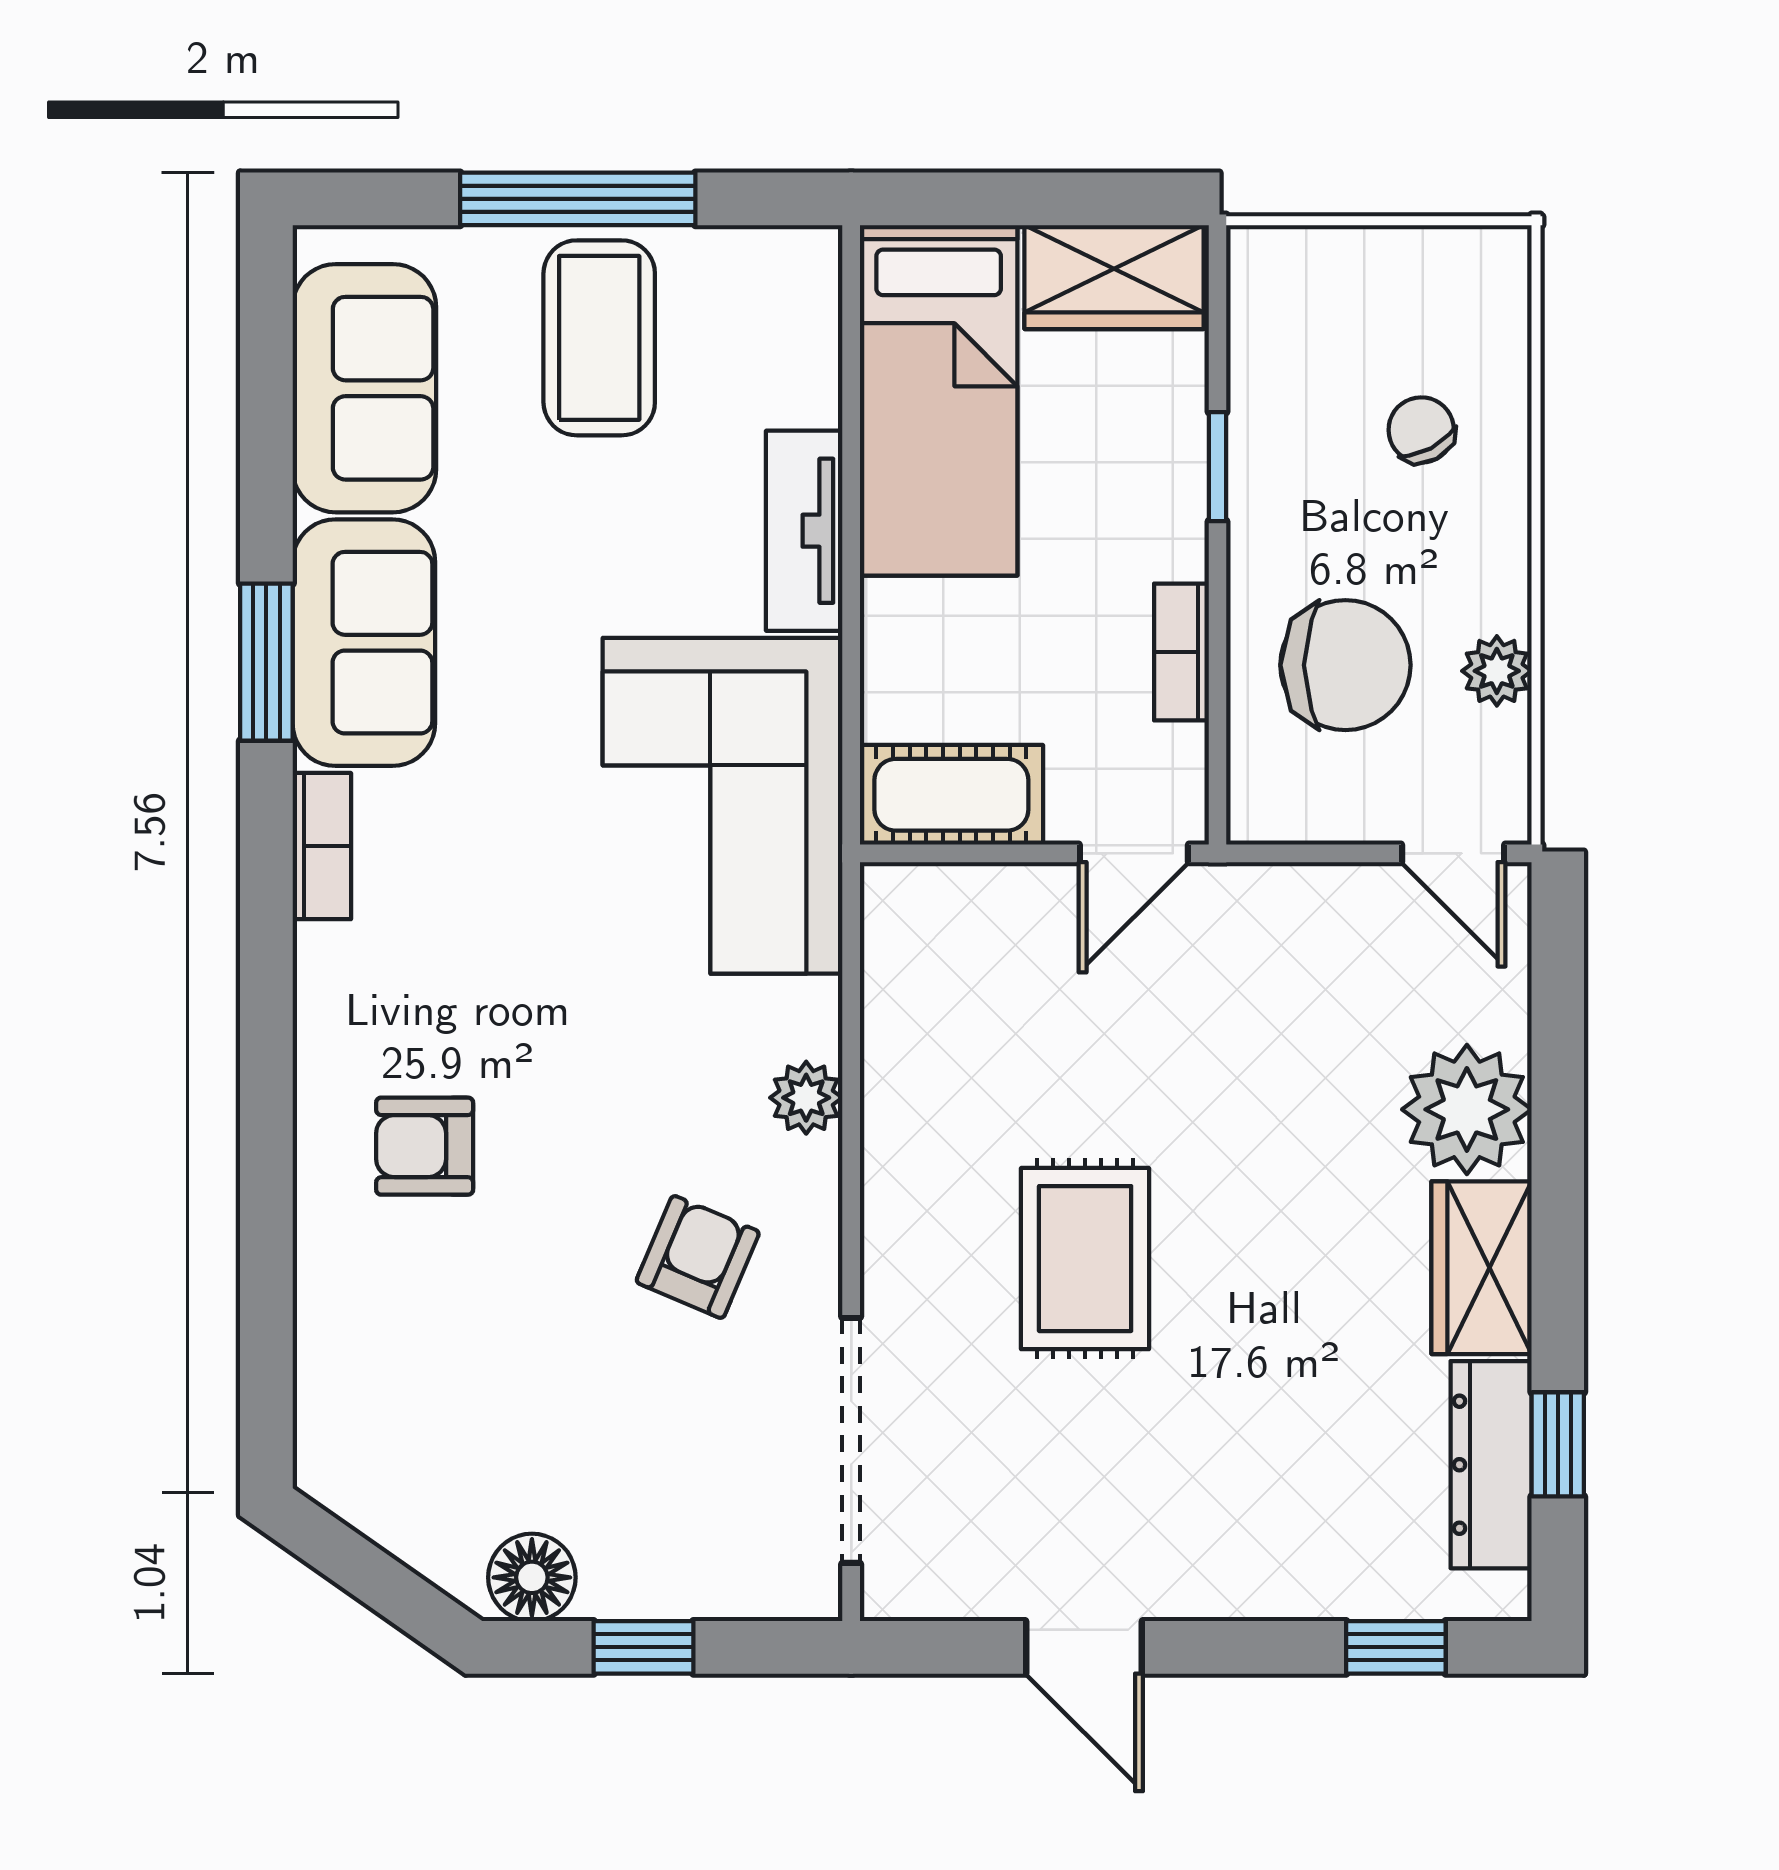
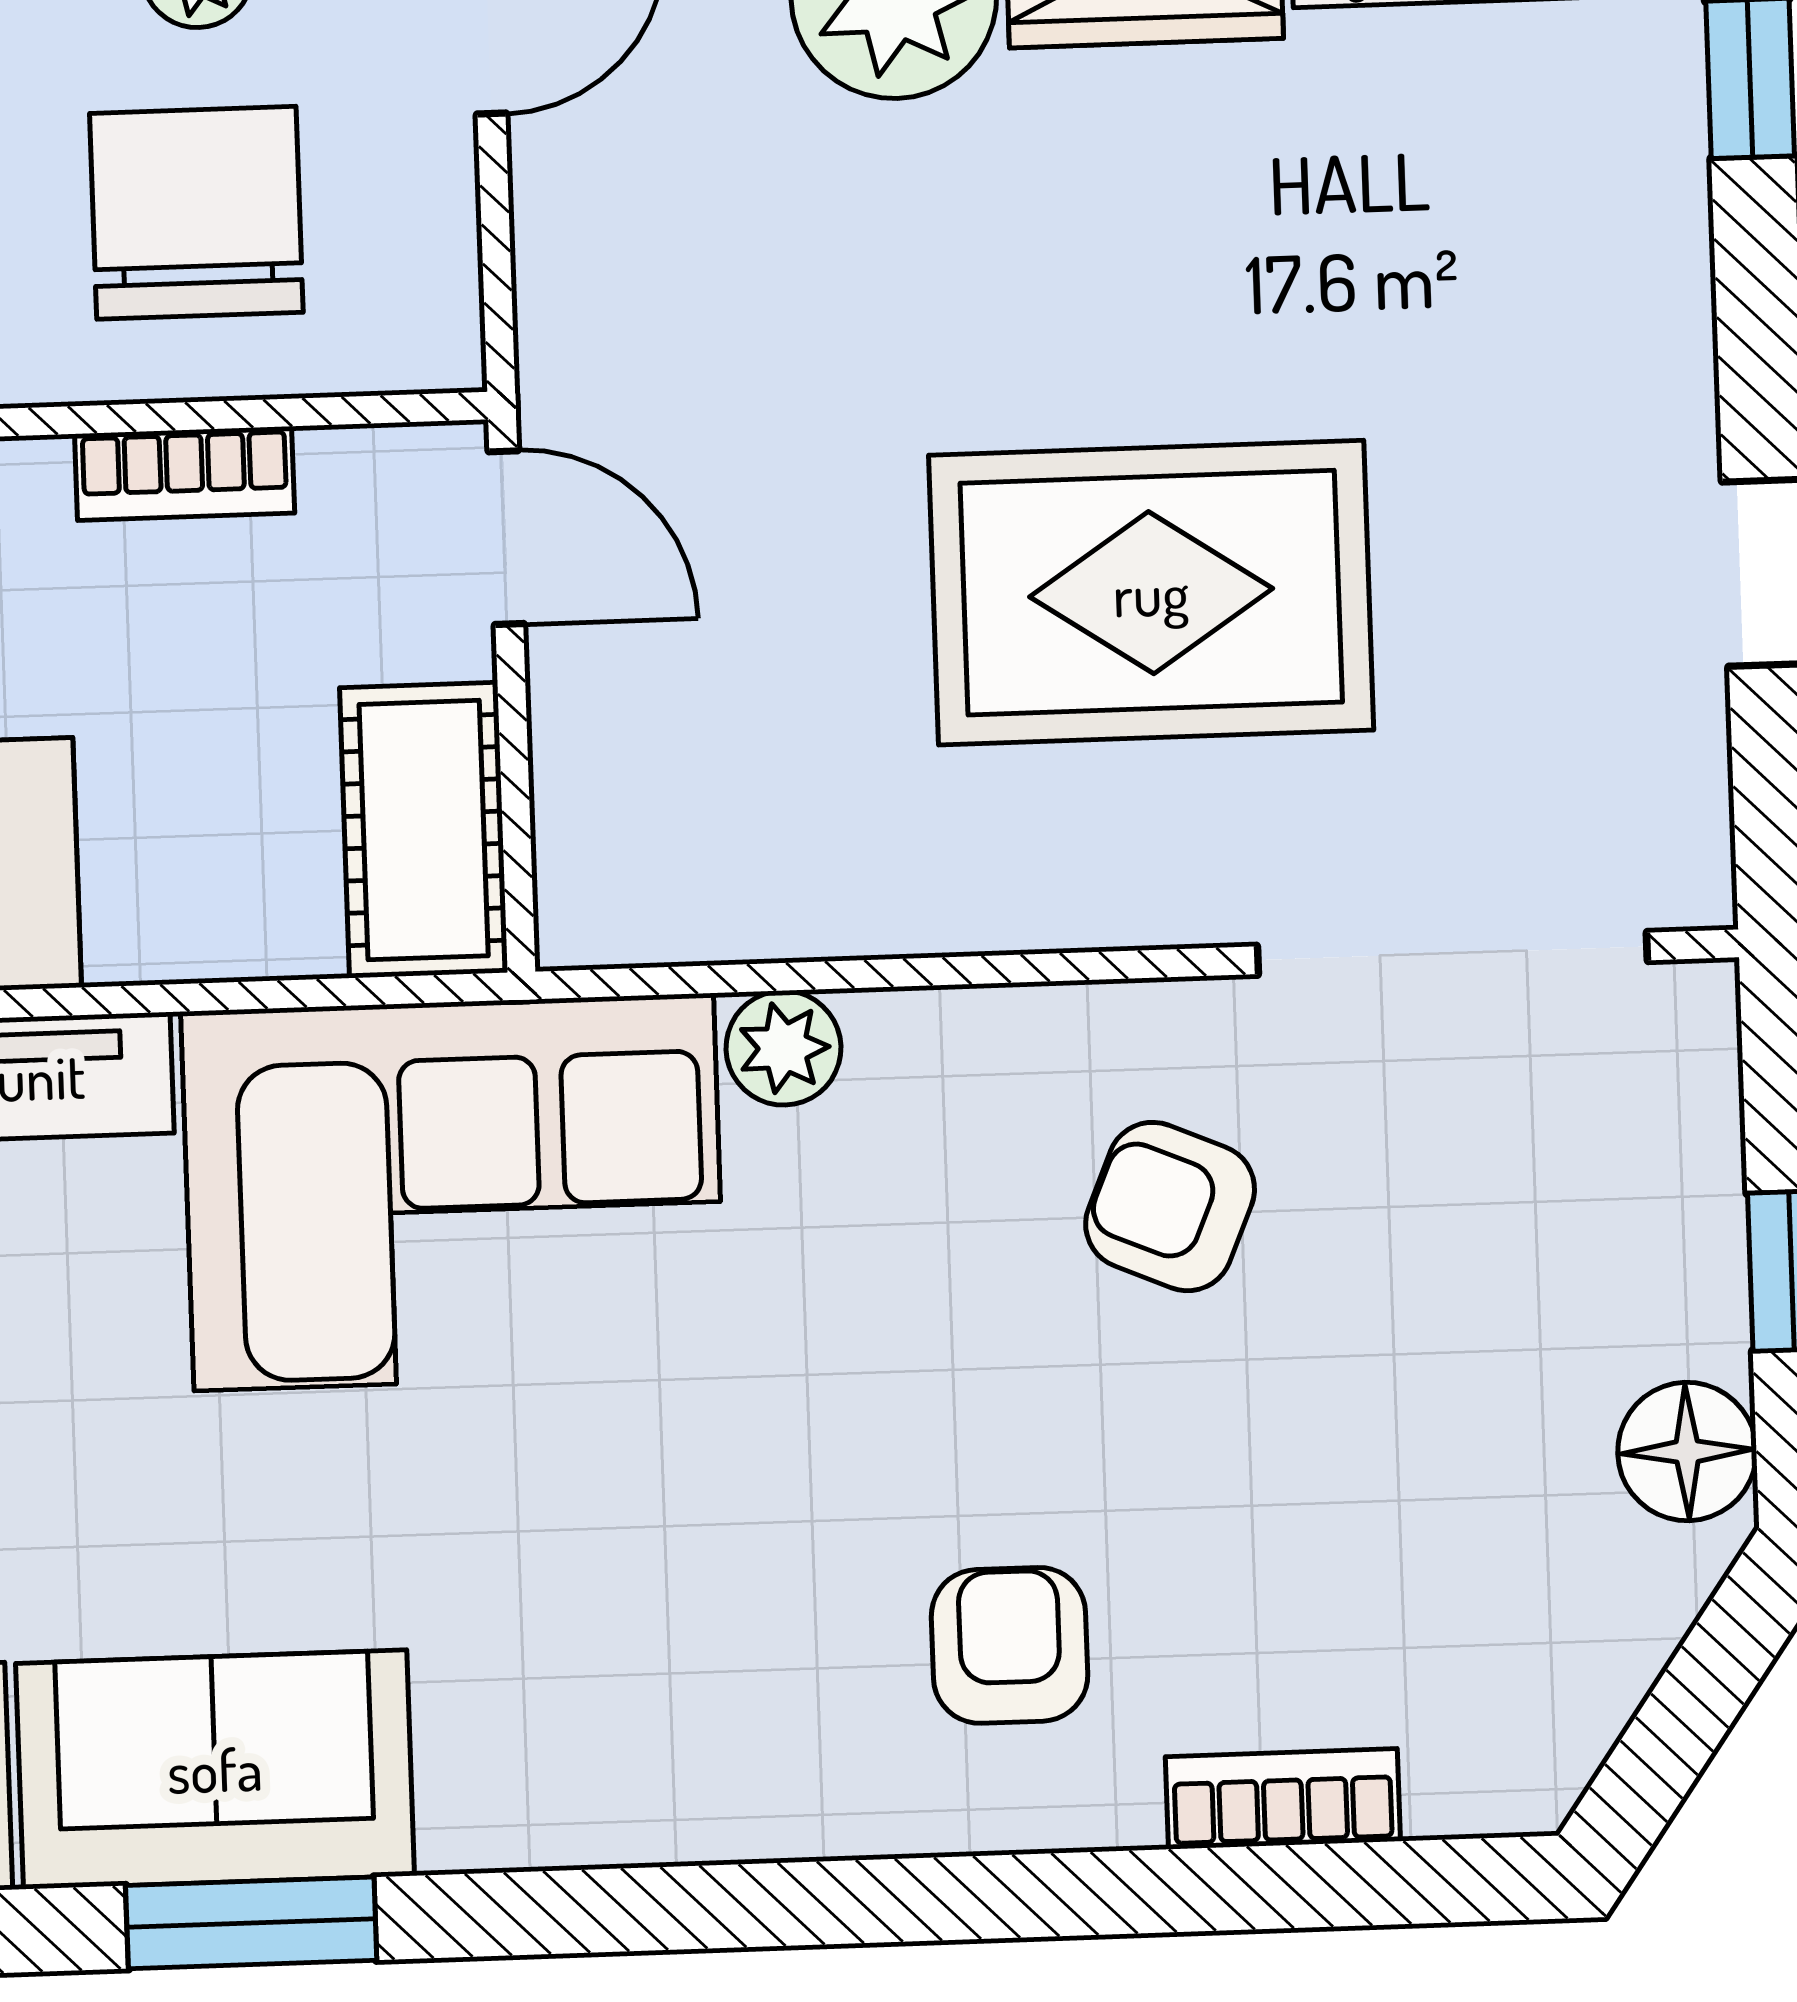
bookcase: (322, 846) -> (1283, 1799), moved
plant: (806, 1098) -> (783, 1048), moved
armchair: (425, 1146) -> (1010, 1645), turned 180
rug: (1085, 1259) -> (1151, 593), width x1.36, depth x1.43

